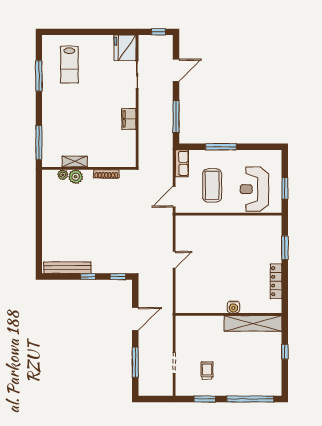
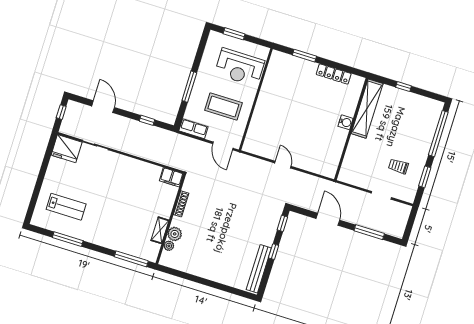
window: (176, 116) -> (147, 120), width x0.46
filing cabinet: (129, 119) -> (171, 177), moved
window: (285, 188) -> (234, 34), moved

